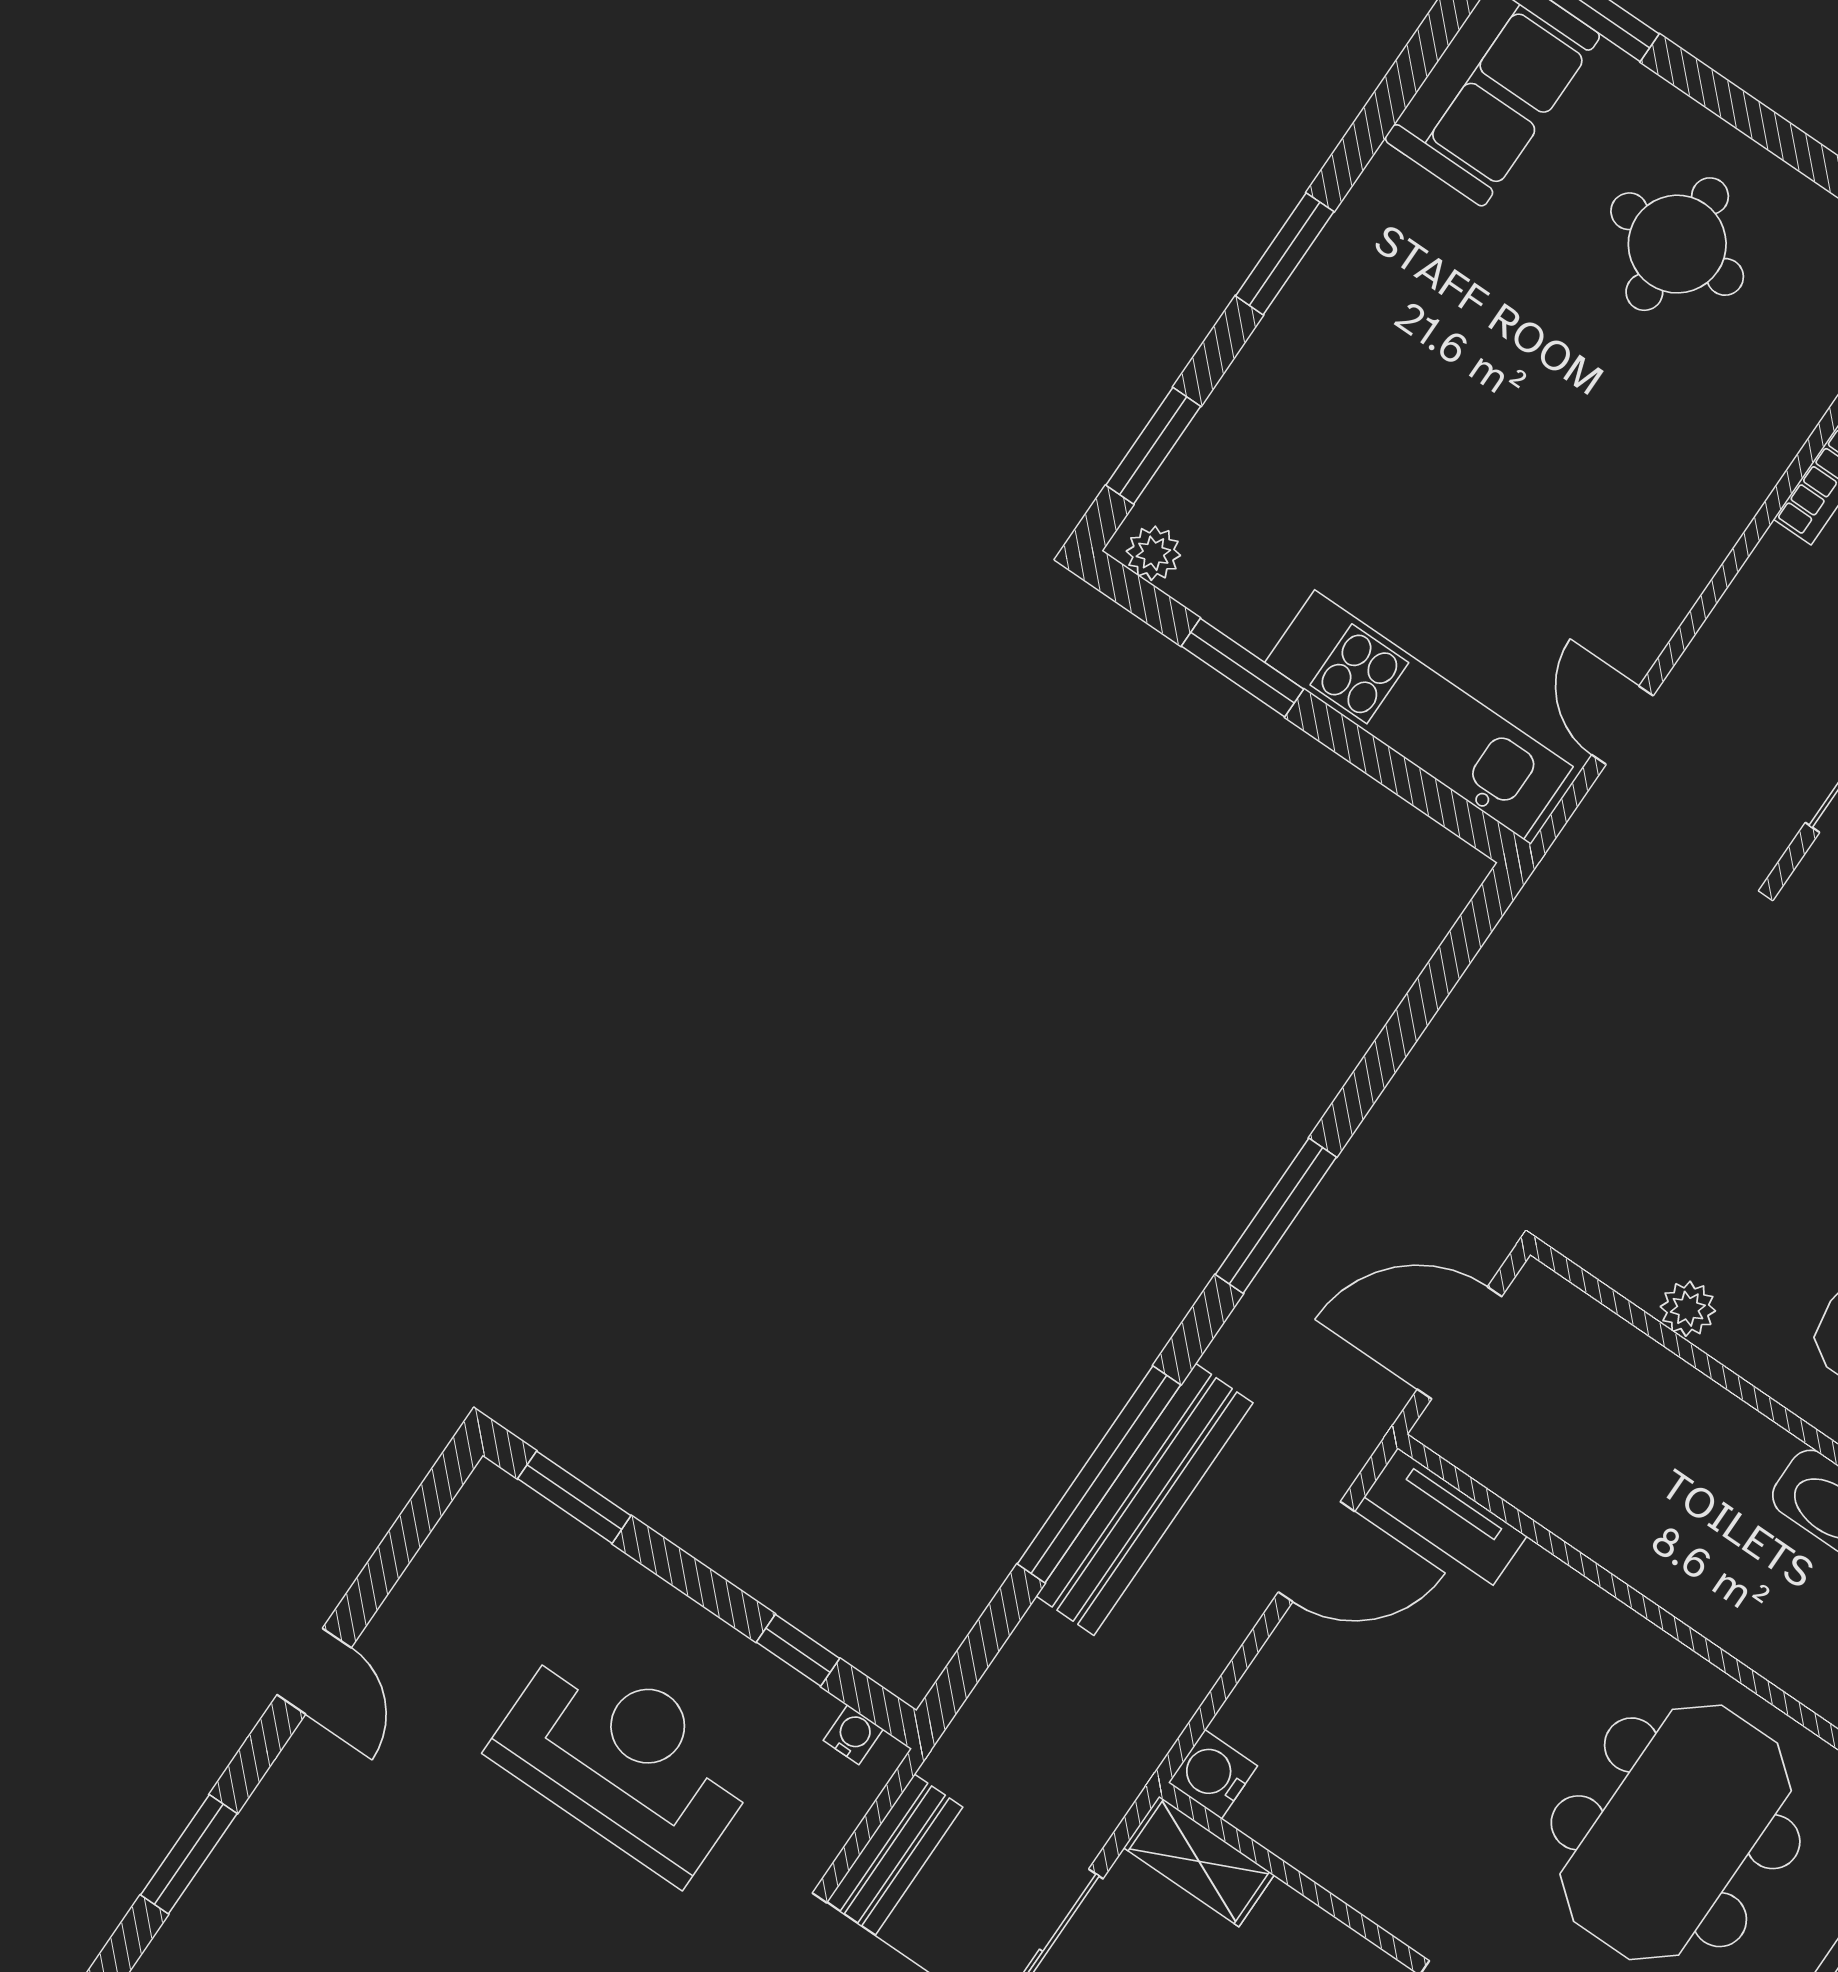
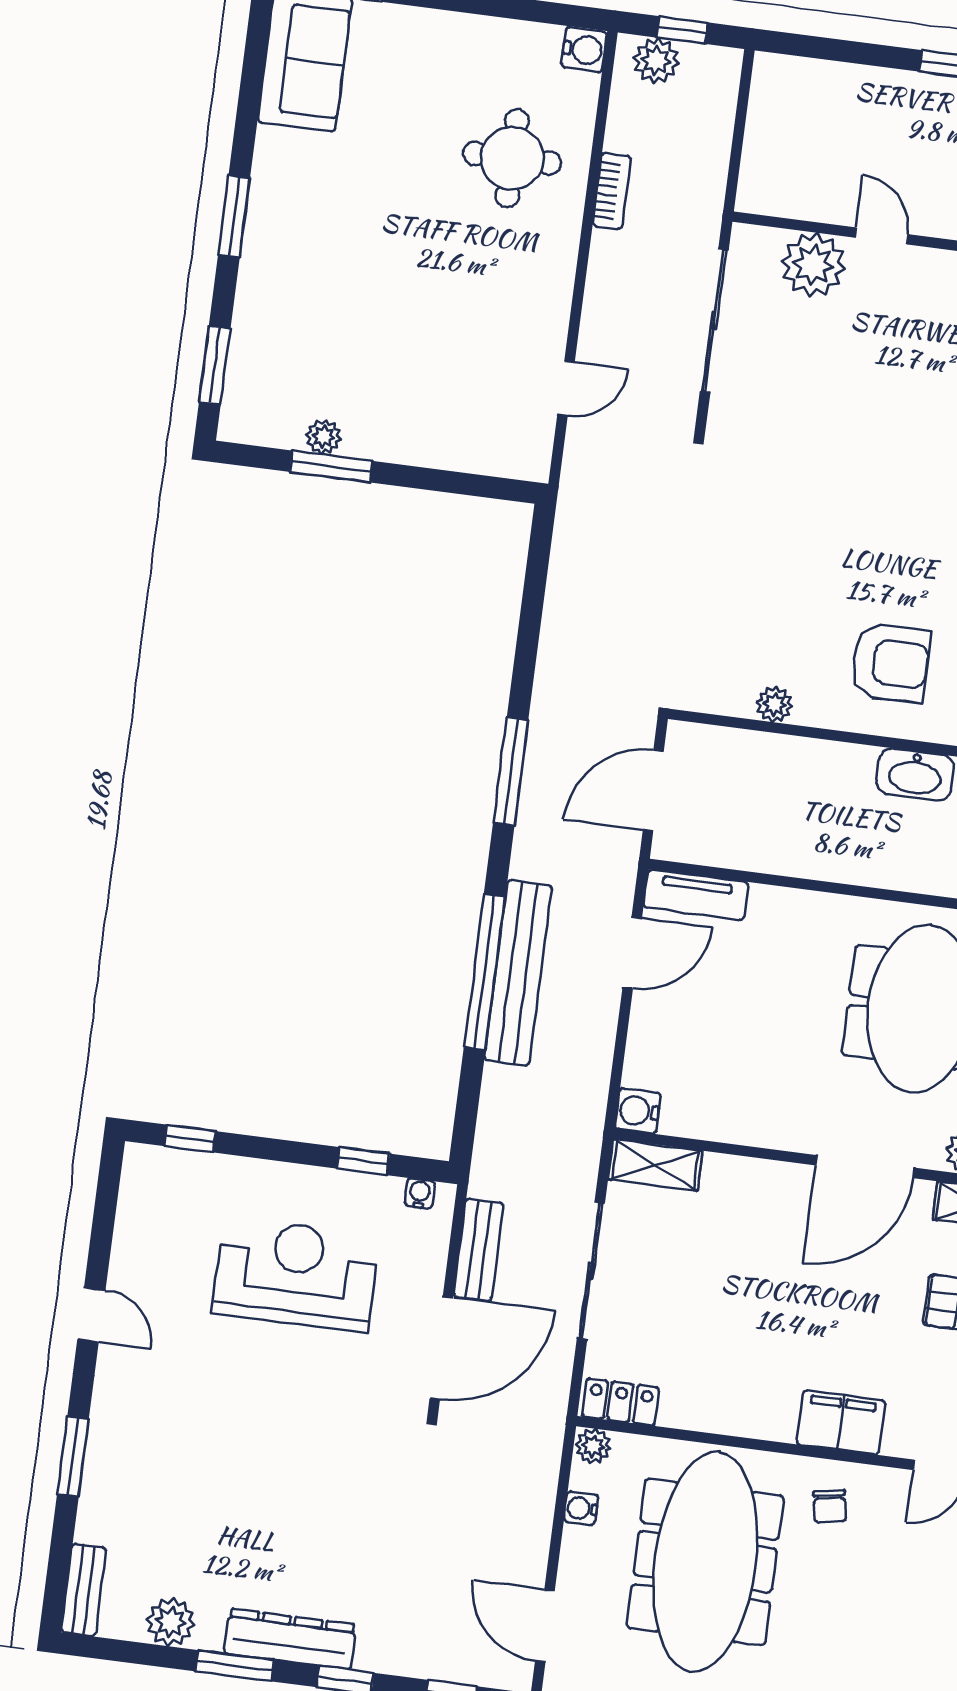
round table: (1677, 244) -> (512, 158), moved
plant: (1153, 553) -> (324, 437), moved
kitchen unit: (1419, 715) -> (446, 442), removed
door: (1622, 725) -> (566, 388), swing flipped
window: (574, 1497) -> (190, 1139), width x0.67

